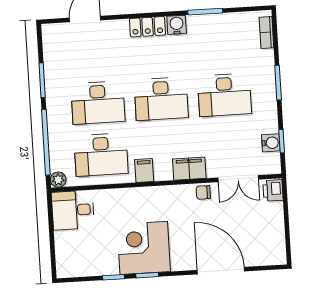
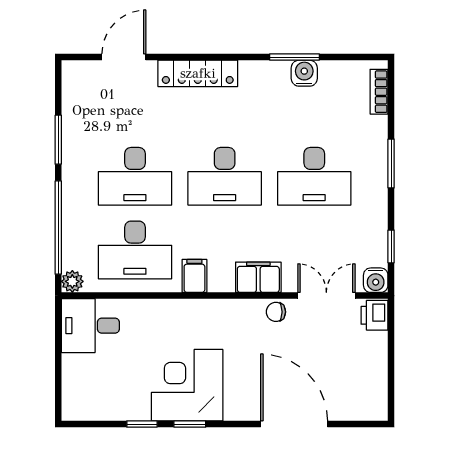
water cooler: (177, 25) -> (304, 73), moved
locker: (147, 27) -> (198, 73), width x1.53
water cooler: (271, 143) -> (376, 280), moved, turned 90
double door: (238, 179) -> (326, 296), swing flipped

